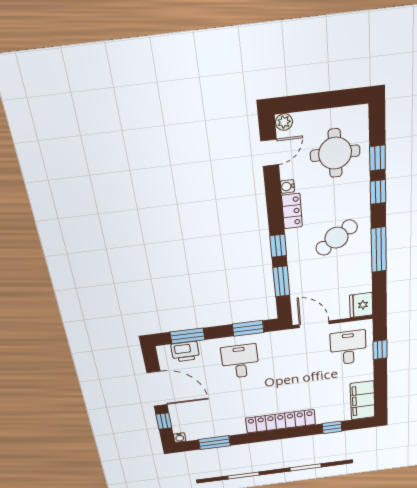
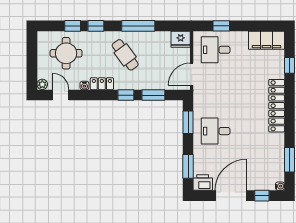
printer: (185, 352) -> (203, 183), moved, turned -90

